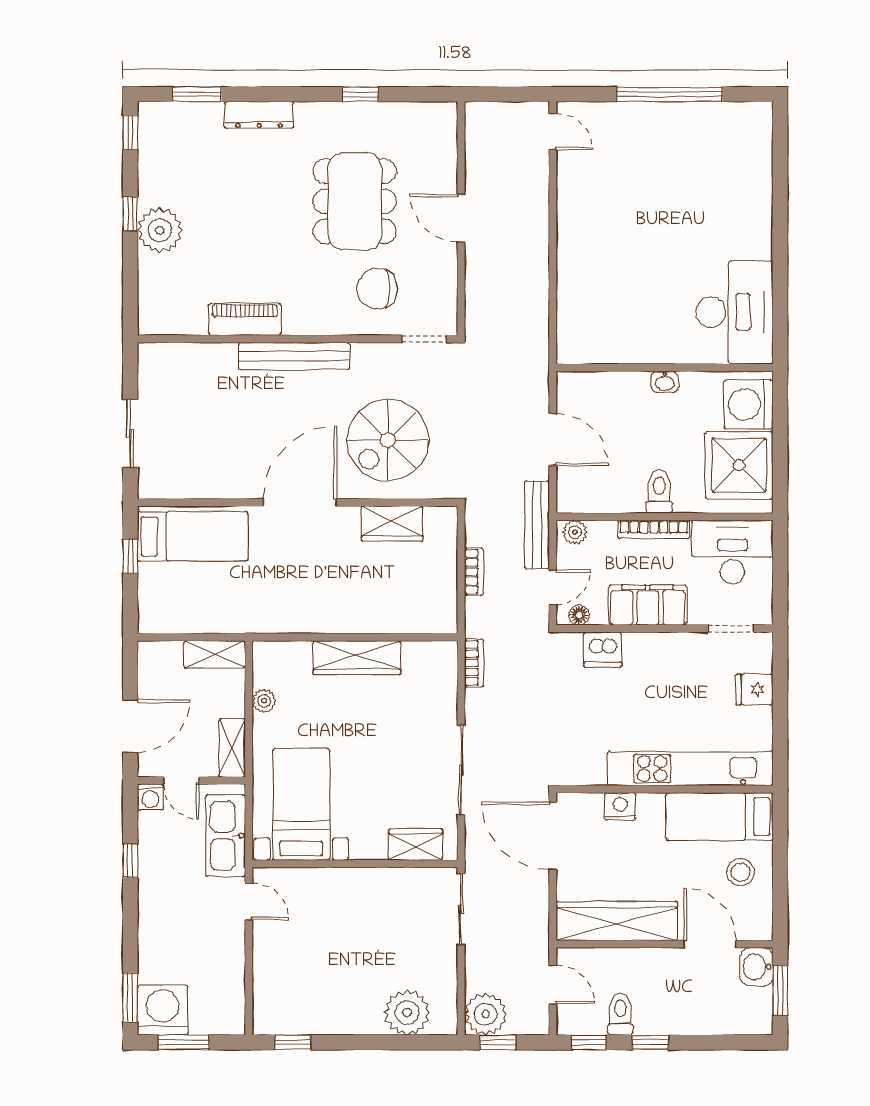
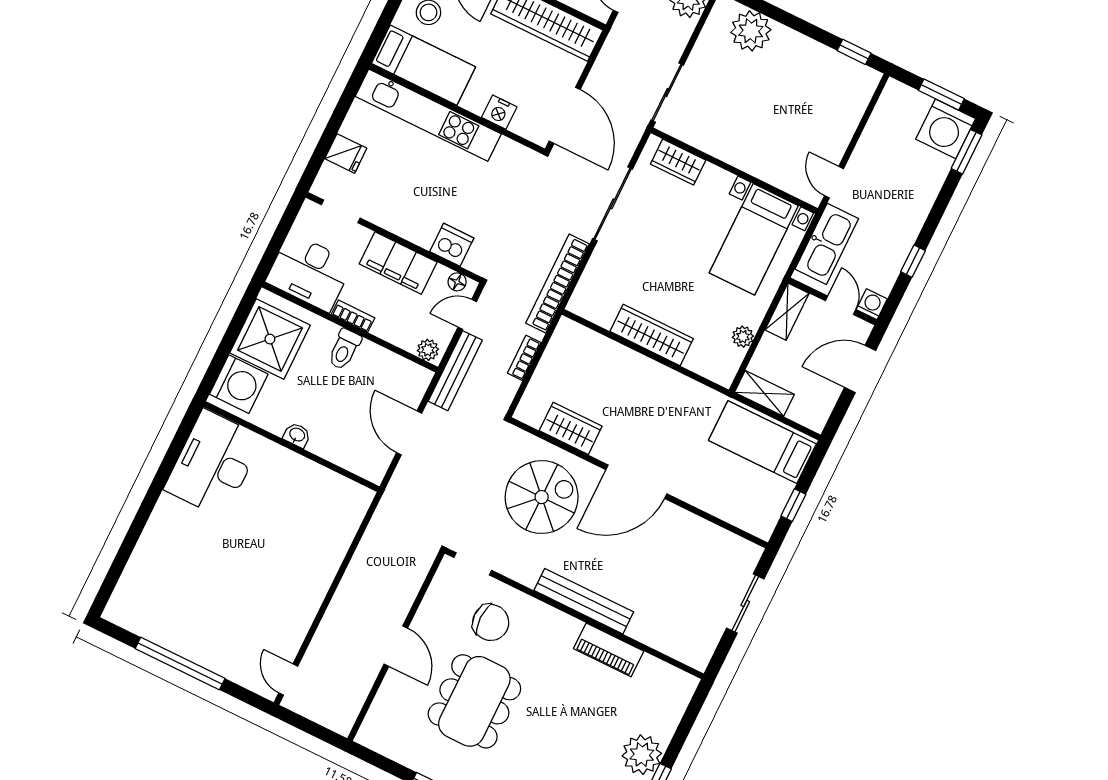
bookcase: (654, 529) -> (353, 316), width x0.64
bed: (193, 536) -> (762, 442), moved
bookcase: (474, 663) -> (557, 284), width x2.31, depth x1.31

